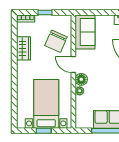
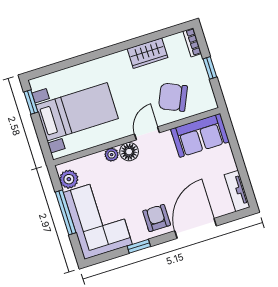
plant: (87, 122) -> (69, 179), added
window: (44, 131) -> (31, 102), moved

